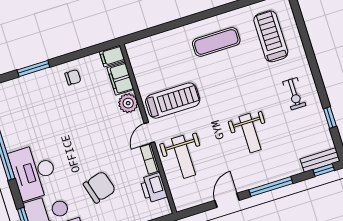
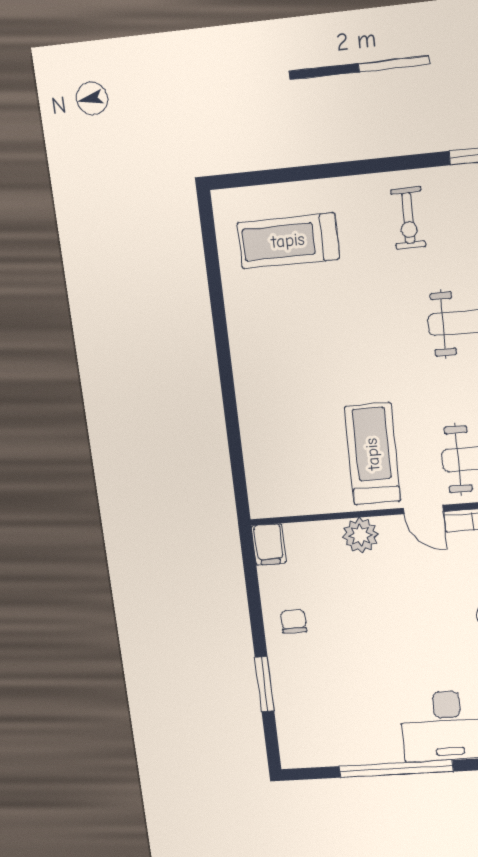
exercise mat: (216, 42) -> (279, 348), removed
filing cabinet: (121, 79) -> (313, 539), removed
exercise bike: (294, 94) -> (408, 218), turned 90

